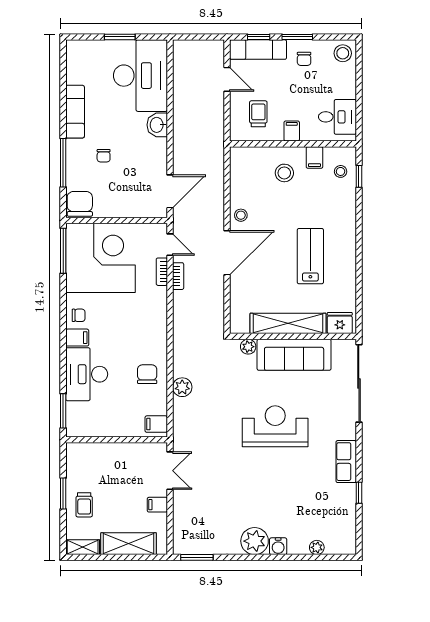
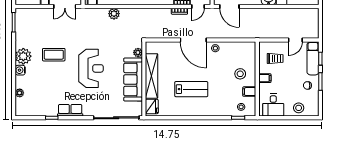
stool: (343, 53) -> (299, 108), moved
coffee table: (252, 489) -> (54, 55), added

